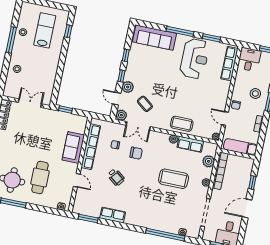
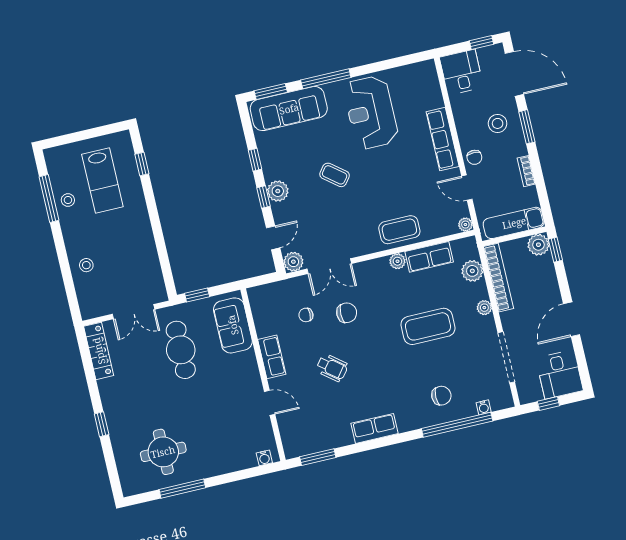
lab bench: (45, 30) -> (102, 181), turned 180
window: (212, 38) -> (271, 92), moved
window: (11, 40) -> (49, 199), moved
reception desk: (195, 59) -> (371, 112), turned 180
row of seats: (229, 64) -> (443, 139), moved
plant: (128, 87) -> (278, 191), moved
door: (117, 99) -> (273, 238), swing flipped
double door: (30, 103) -> (134, 312), swing flipped
coffee table: (145, 104) -> (335, 175), moved
sofa: (73, 147) -> (233, 325), moved
row of seats: (91, 147) -> (272, 357), width x0.50
plant: (248, 164) -> (538, 245), added
cafe table: (40, 177) -> (181, 350), moved
window: (252, 183) -> (555, 250), moved
row of seats: (113, 215) -> (374, 428), moved
chair: (164, 216) -> (441, 396), added

